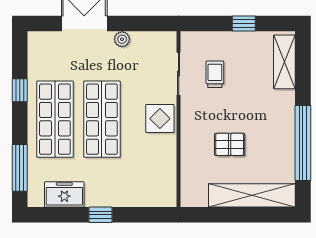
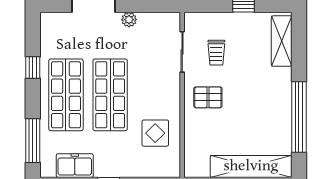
trolley: (215, 74) -> (216, 53), turned 180
display table: (160, 119) -> (155, 133), moved
pallet: (230, 144) -> (208, 97), moved

